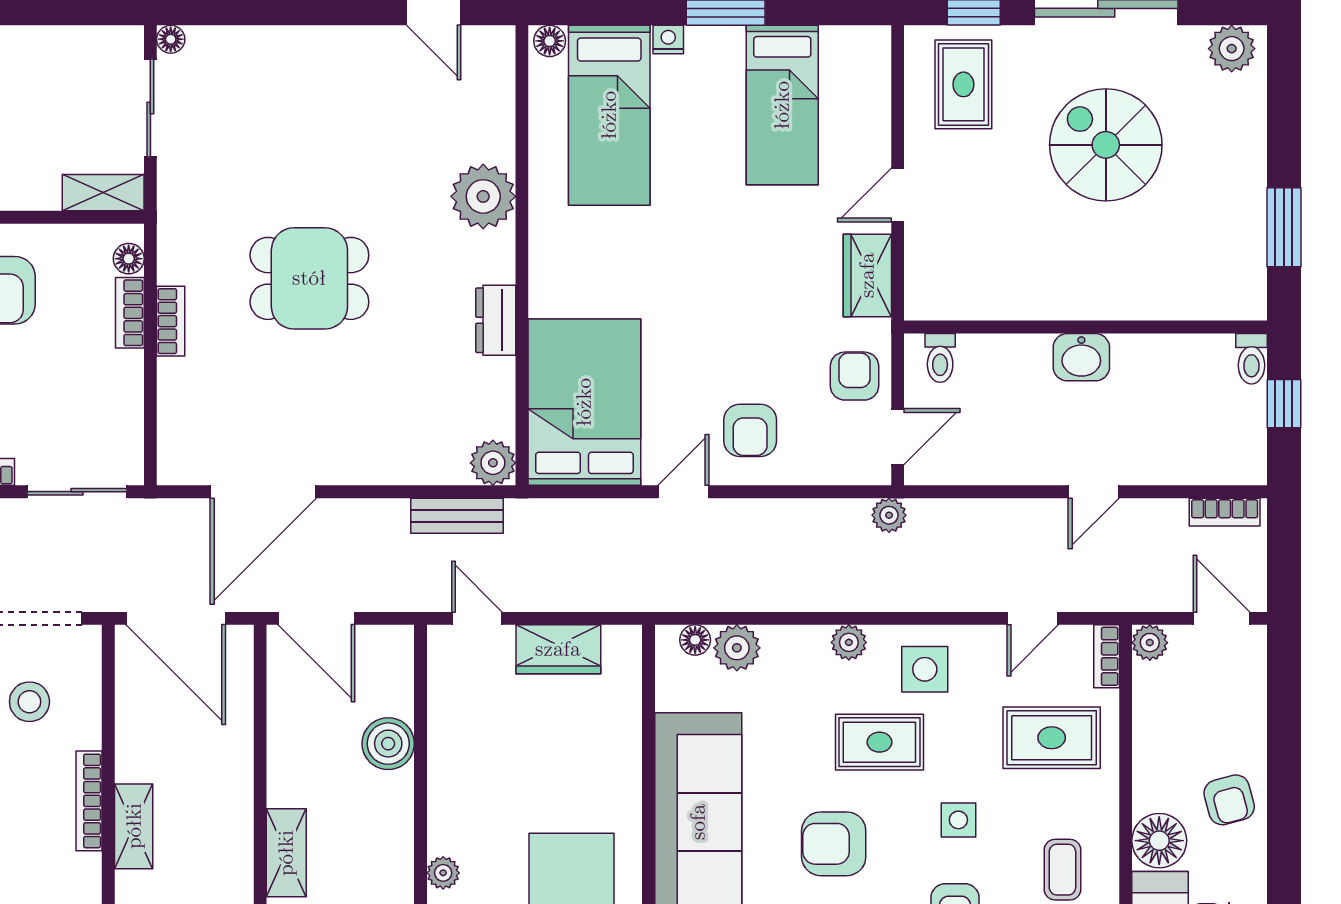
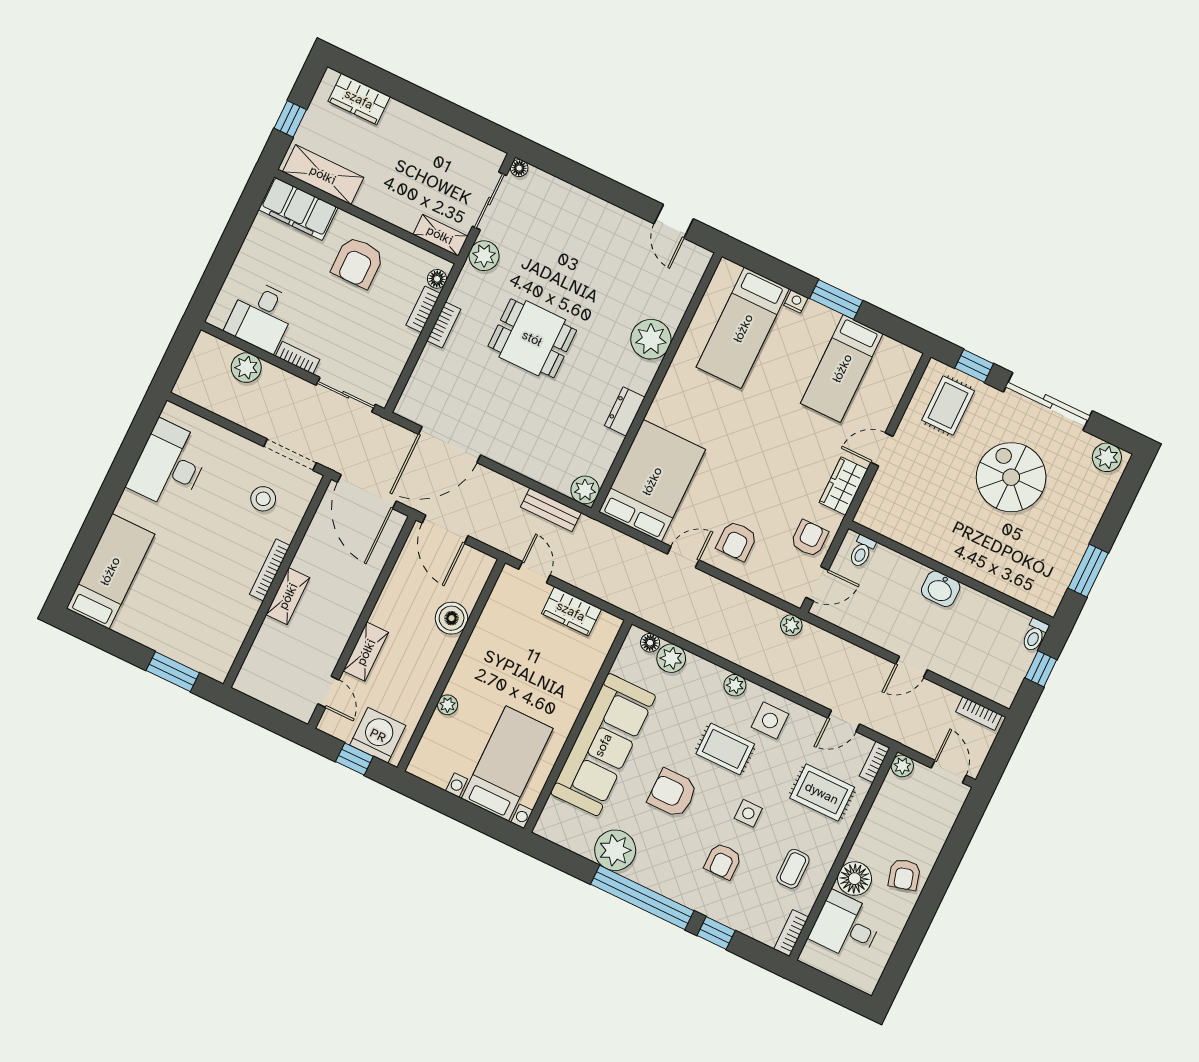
floor lamp: (550, 41) -> (729, 270), removed
plant: (181, 192) -> (484, 256), added

